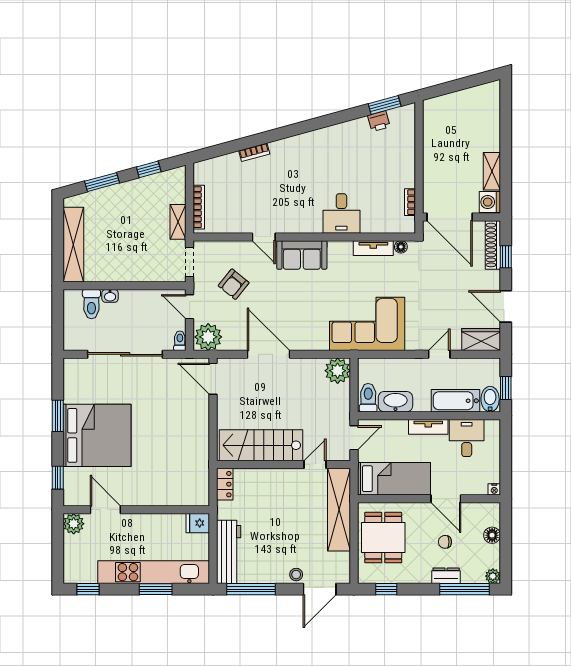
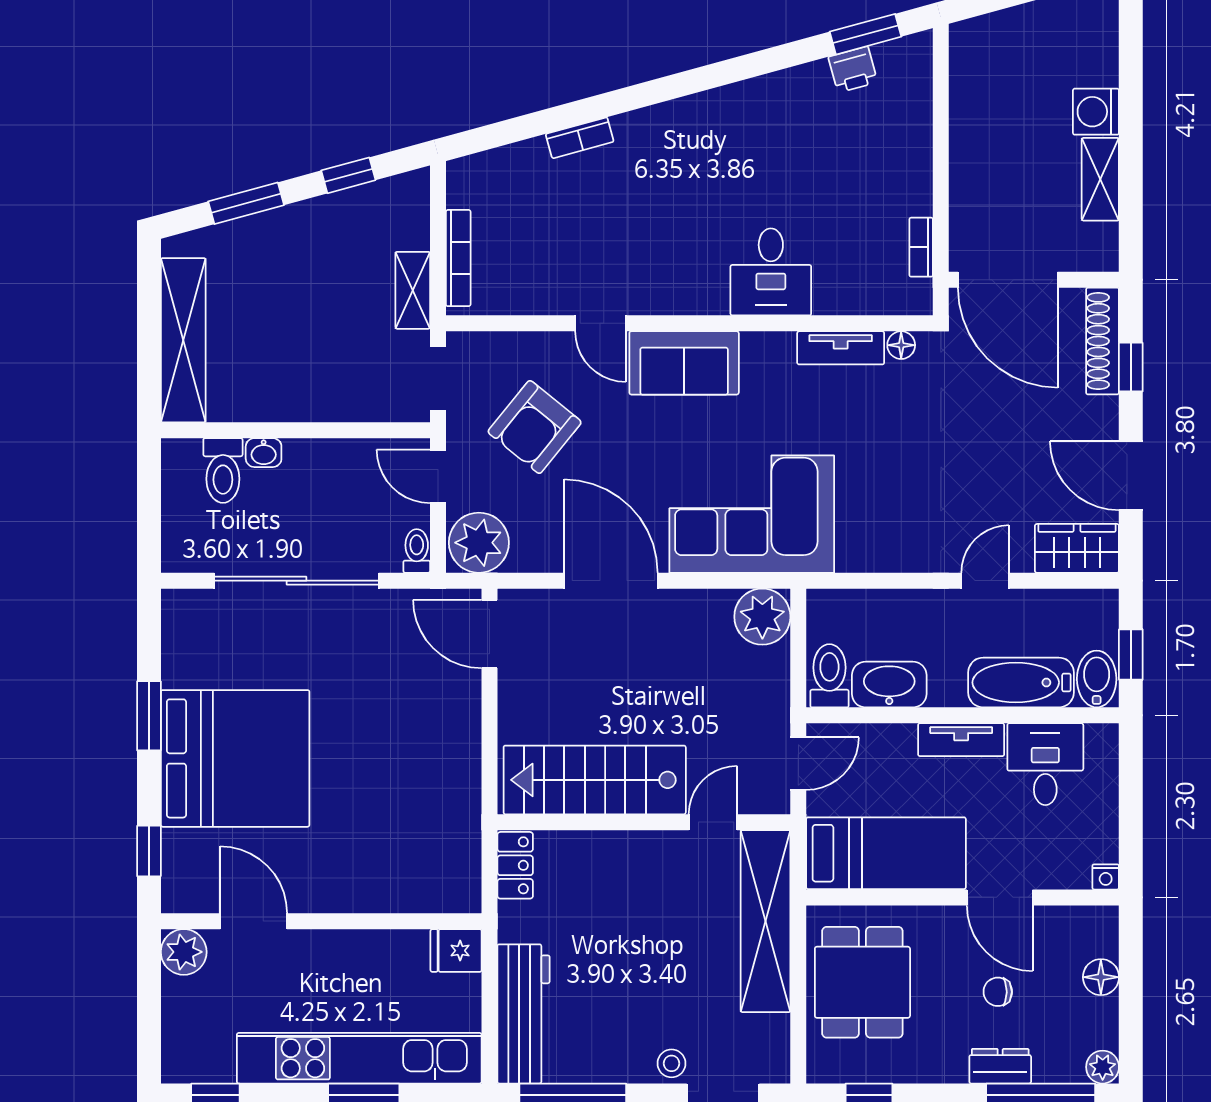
washing machine: (490, 202) -> (1096, 112), moved
armchair: (234, 284) -> (535, 427), width x1.38, depth x1.38
corner sofa: (367, 324) -> (752, 514), moved

